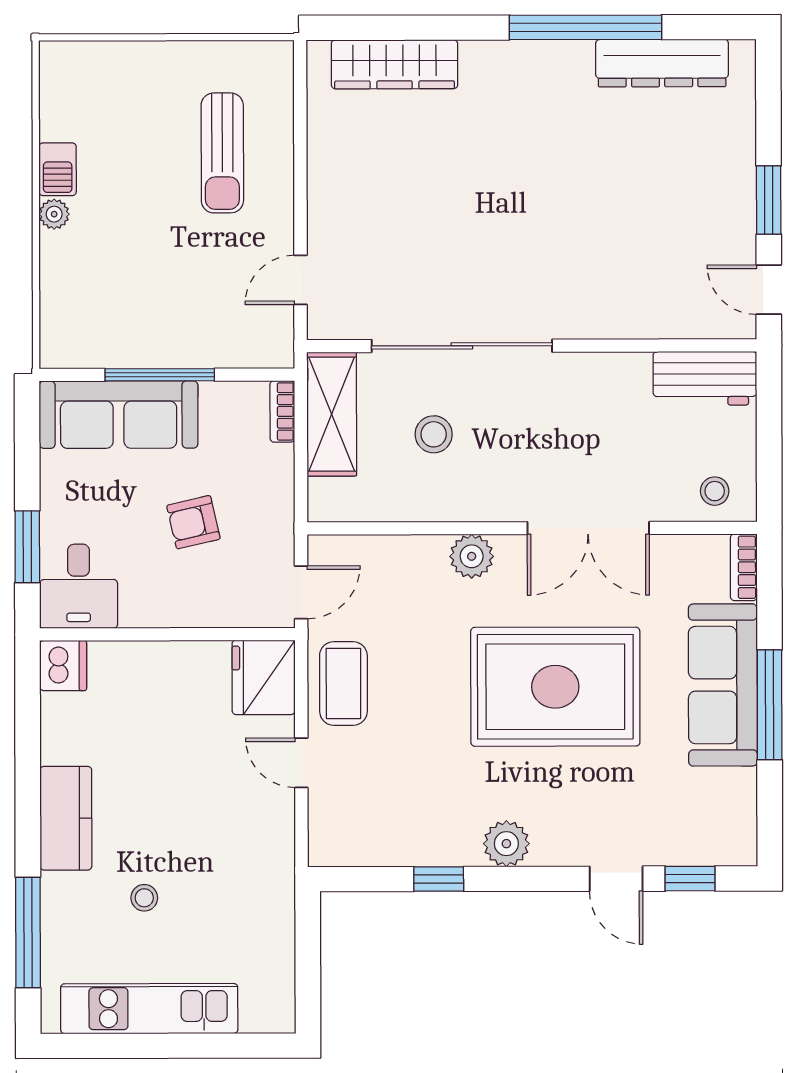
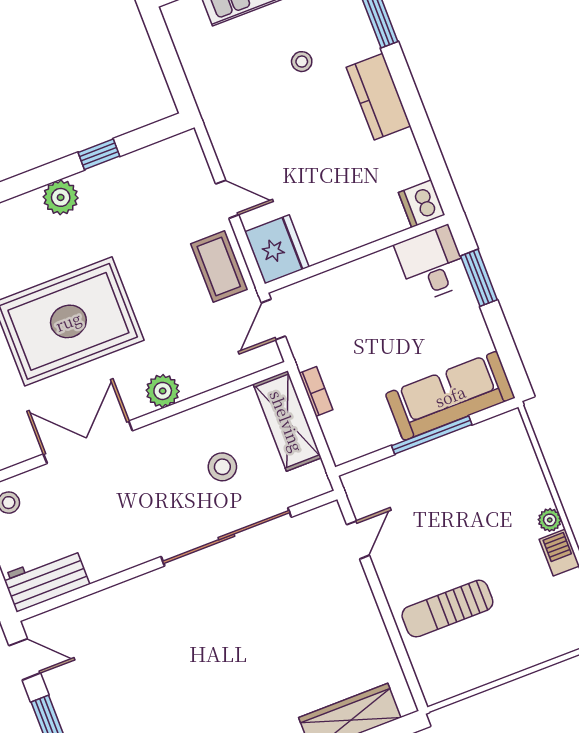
sun lounger: (222, 153) -> (447, 609), turned -90
bookcase: (282, 411) -> (316, 392), moved
shelving: (332, 414) -> (287, 421), moved
armchair: (193, 522) -> (368, 340), removed

